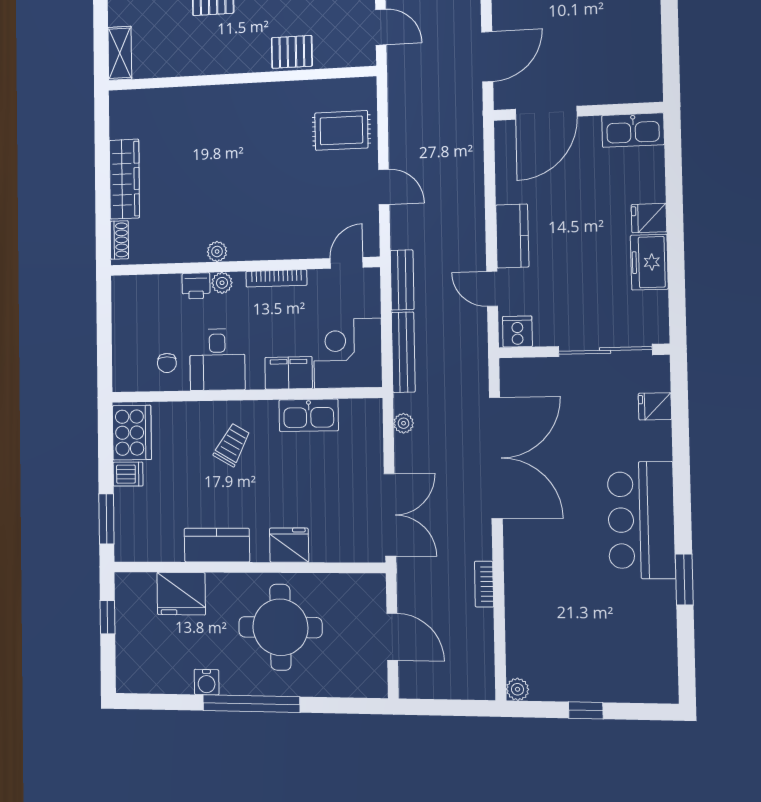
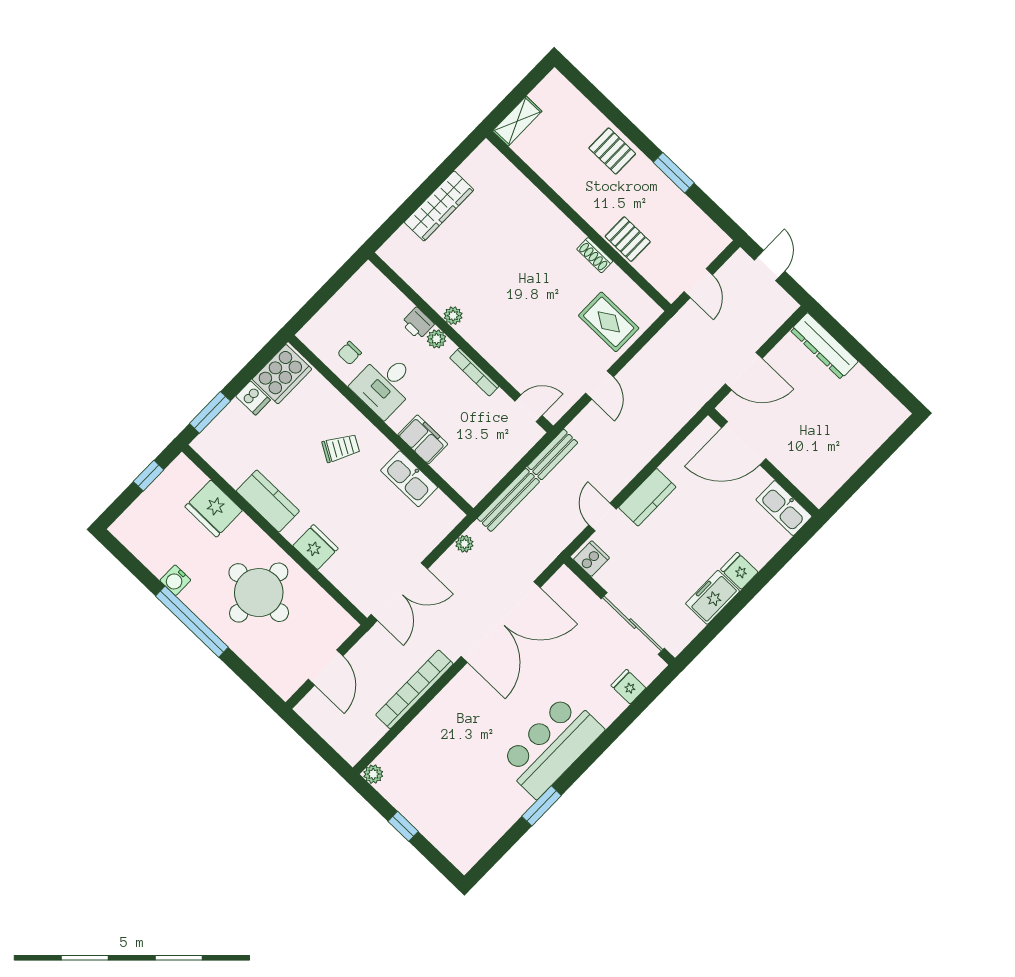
shoe rack: (119, 240) -> (595, 255), moved, turned 90
corner desk: (348, 353) -> (473, 465), removed
bookcase: (484, 584) -> (414, 689), width x2.31, depth x1.31

